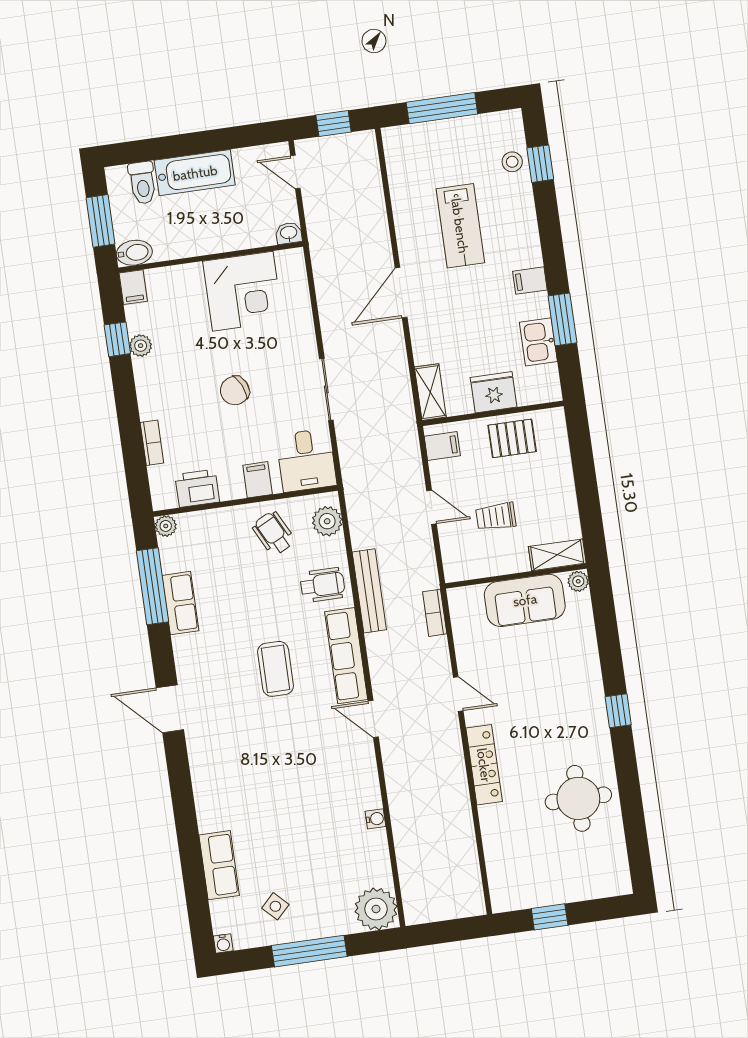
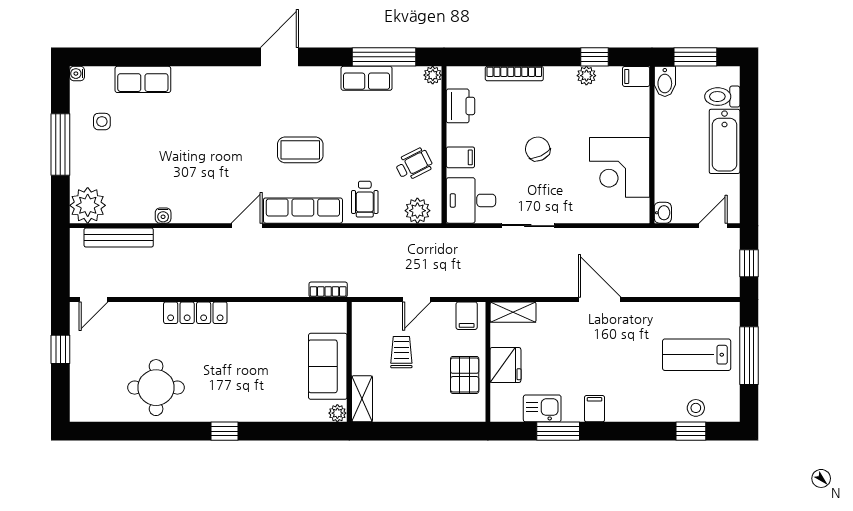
lab bench: (460, 226) -> (697, 355), moved
bookcase: (152, 443) -> (514, 74), width x1.56
bench: (369, 591) -> (119, 238), moved
door: (458, 694) -> (93, 300), moved
side table: (275, 906) -> (102, 122), turned 45

